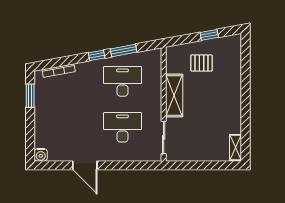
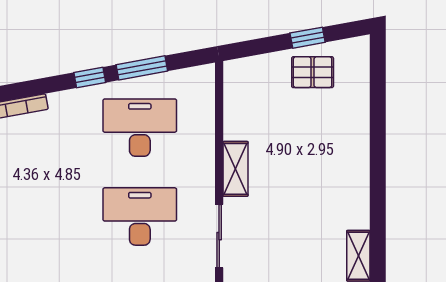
pallet: (202, 63) -> (313, 72), moved
shelving: (174, 96) -> (235, 169), width x0.67, depth x0.75

